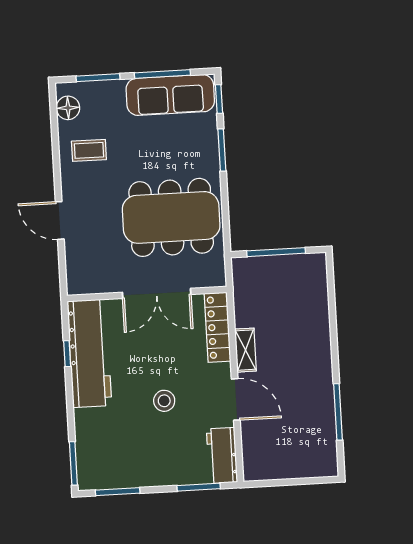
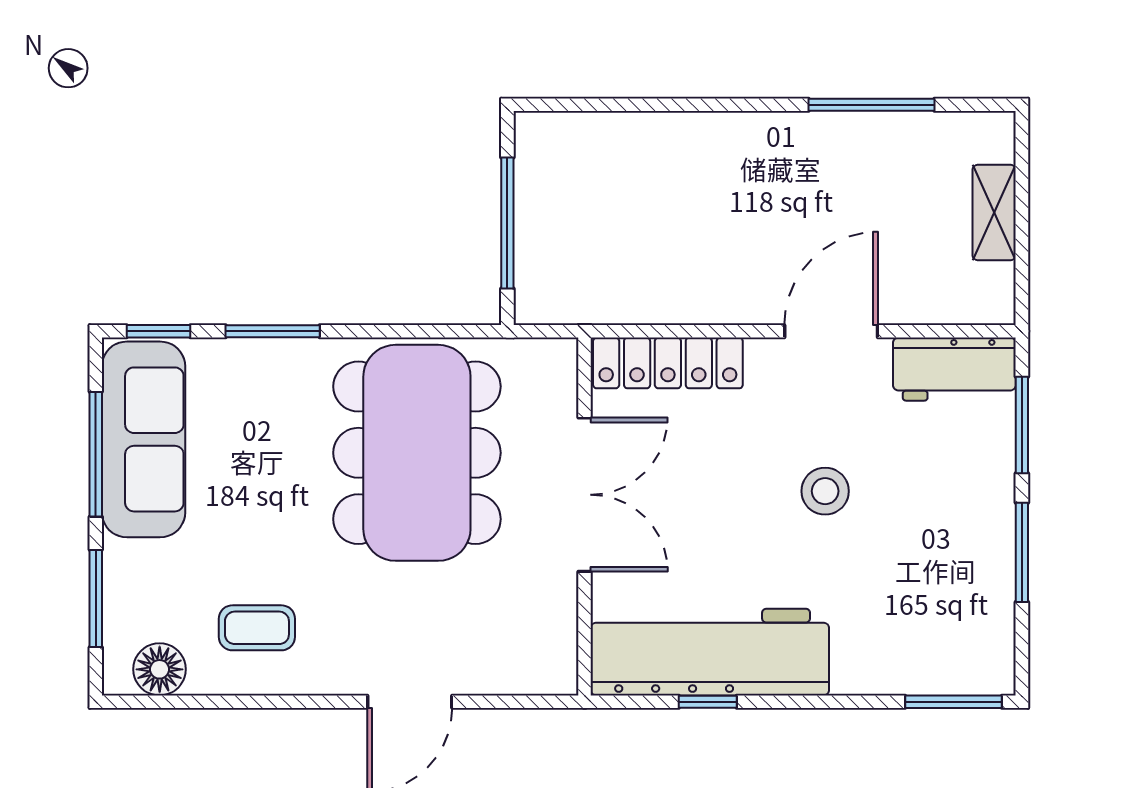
coffee table: (89, 150) -> (257, 628), turned 90
shelving: (245, 350) -> (994, 213), moved, turned 90
window: (118, 492) -> (1022, 552), moved

